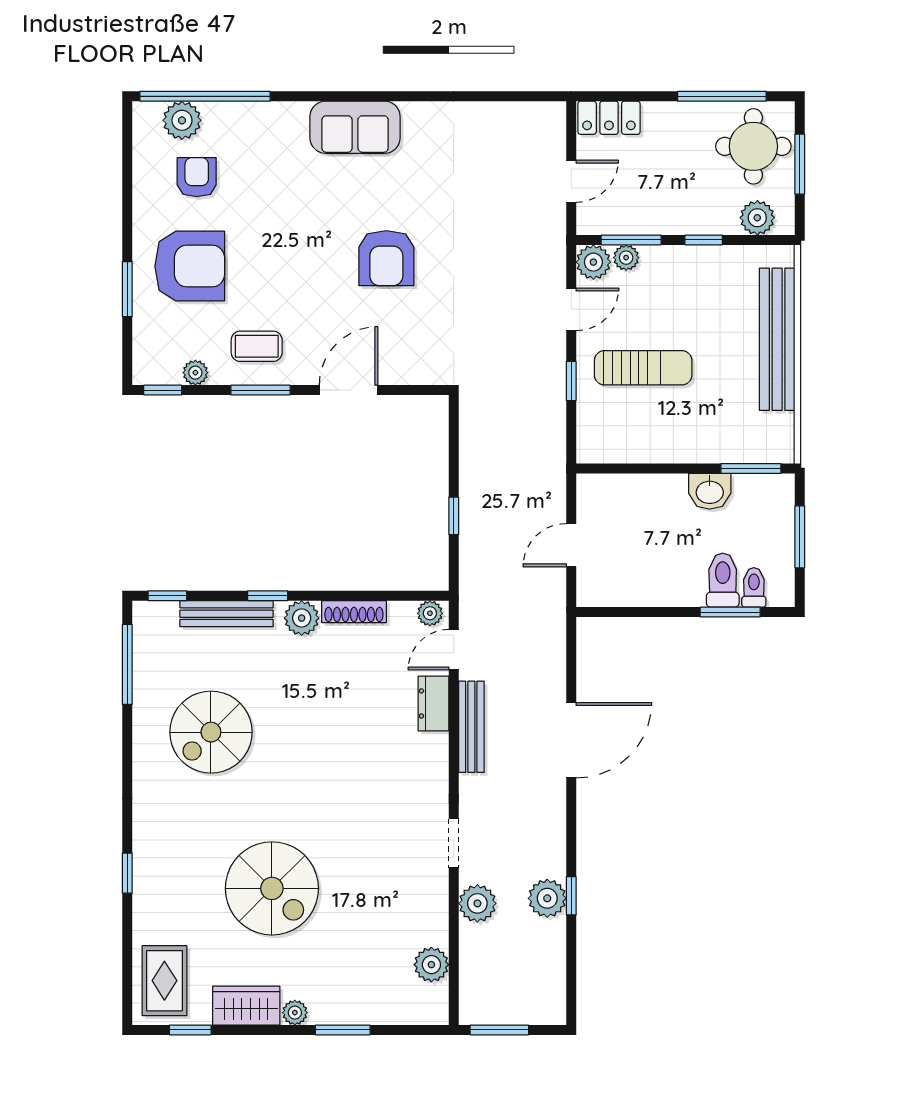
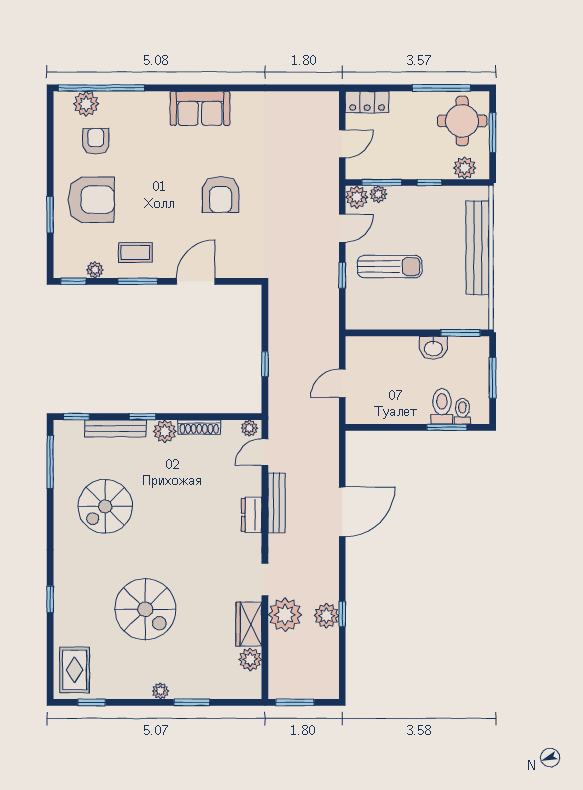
dresser: (433, 703) -> (252, 515), moved
plant: (477, 903) -> (285, 615), width x1.36, depth x1.36
wardrobe: (246, 1006) -> (249, 624), moved, turned -90

